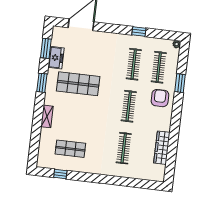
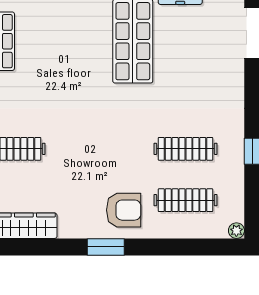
window: (180, 83) -> (106, 247), moved
clothes rail: (129, 106) -> (100, 149), removed

